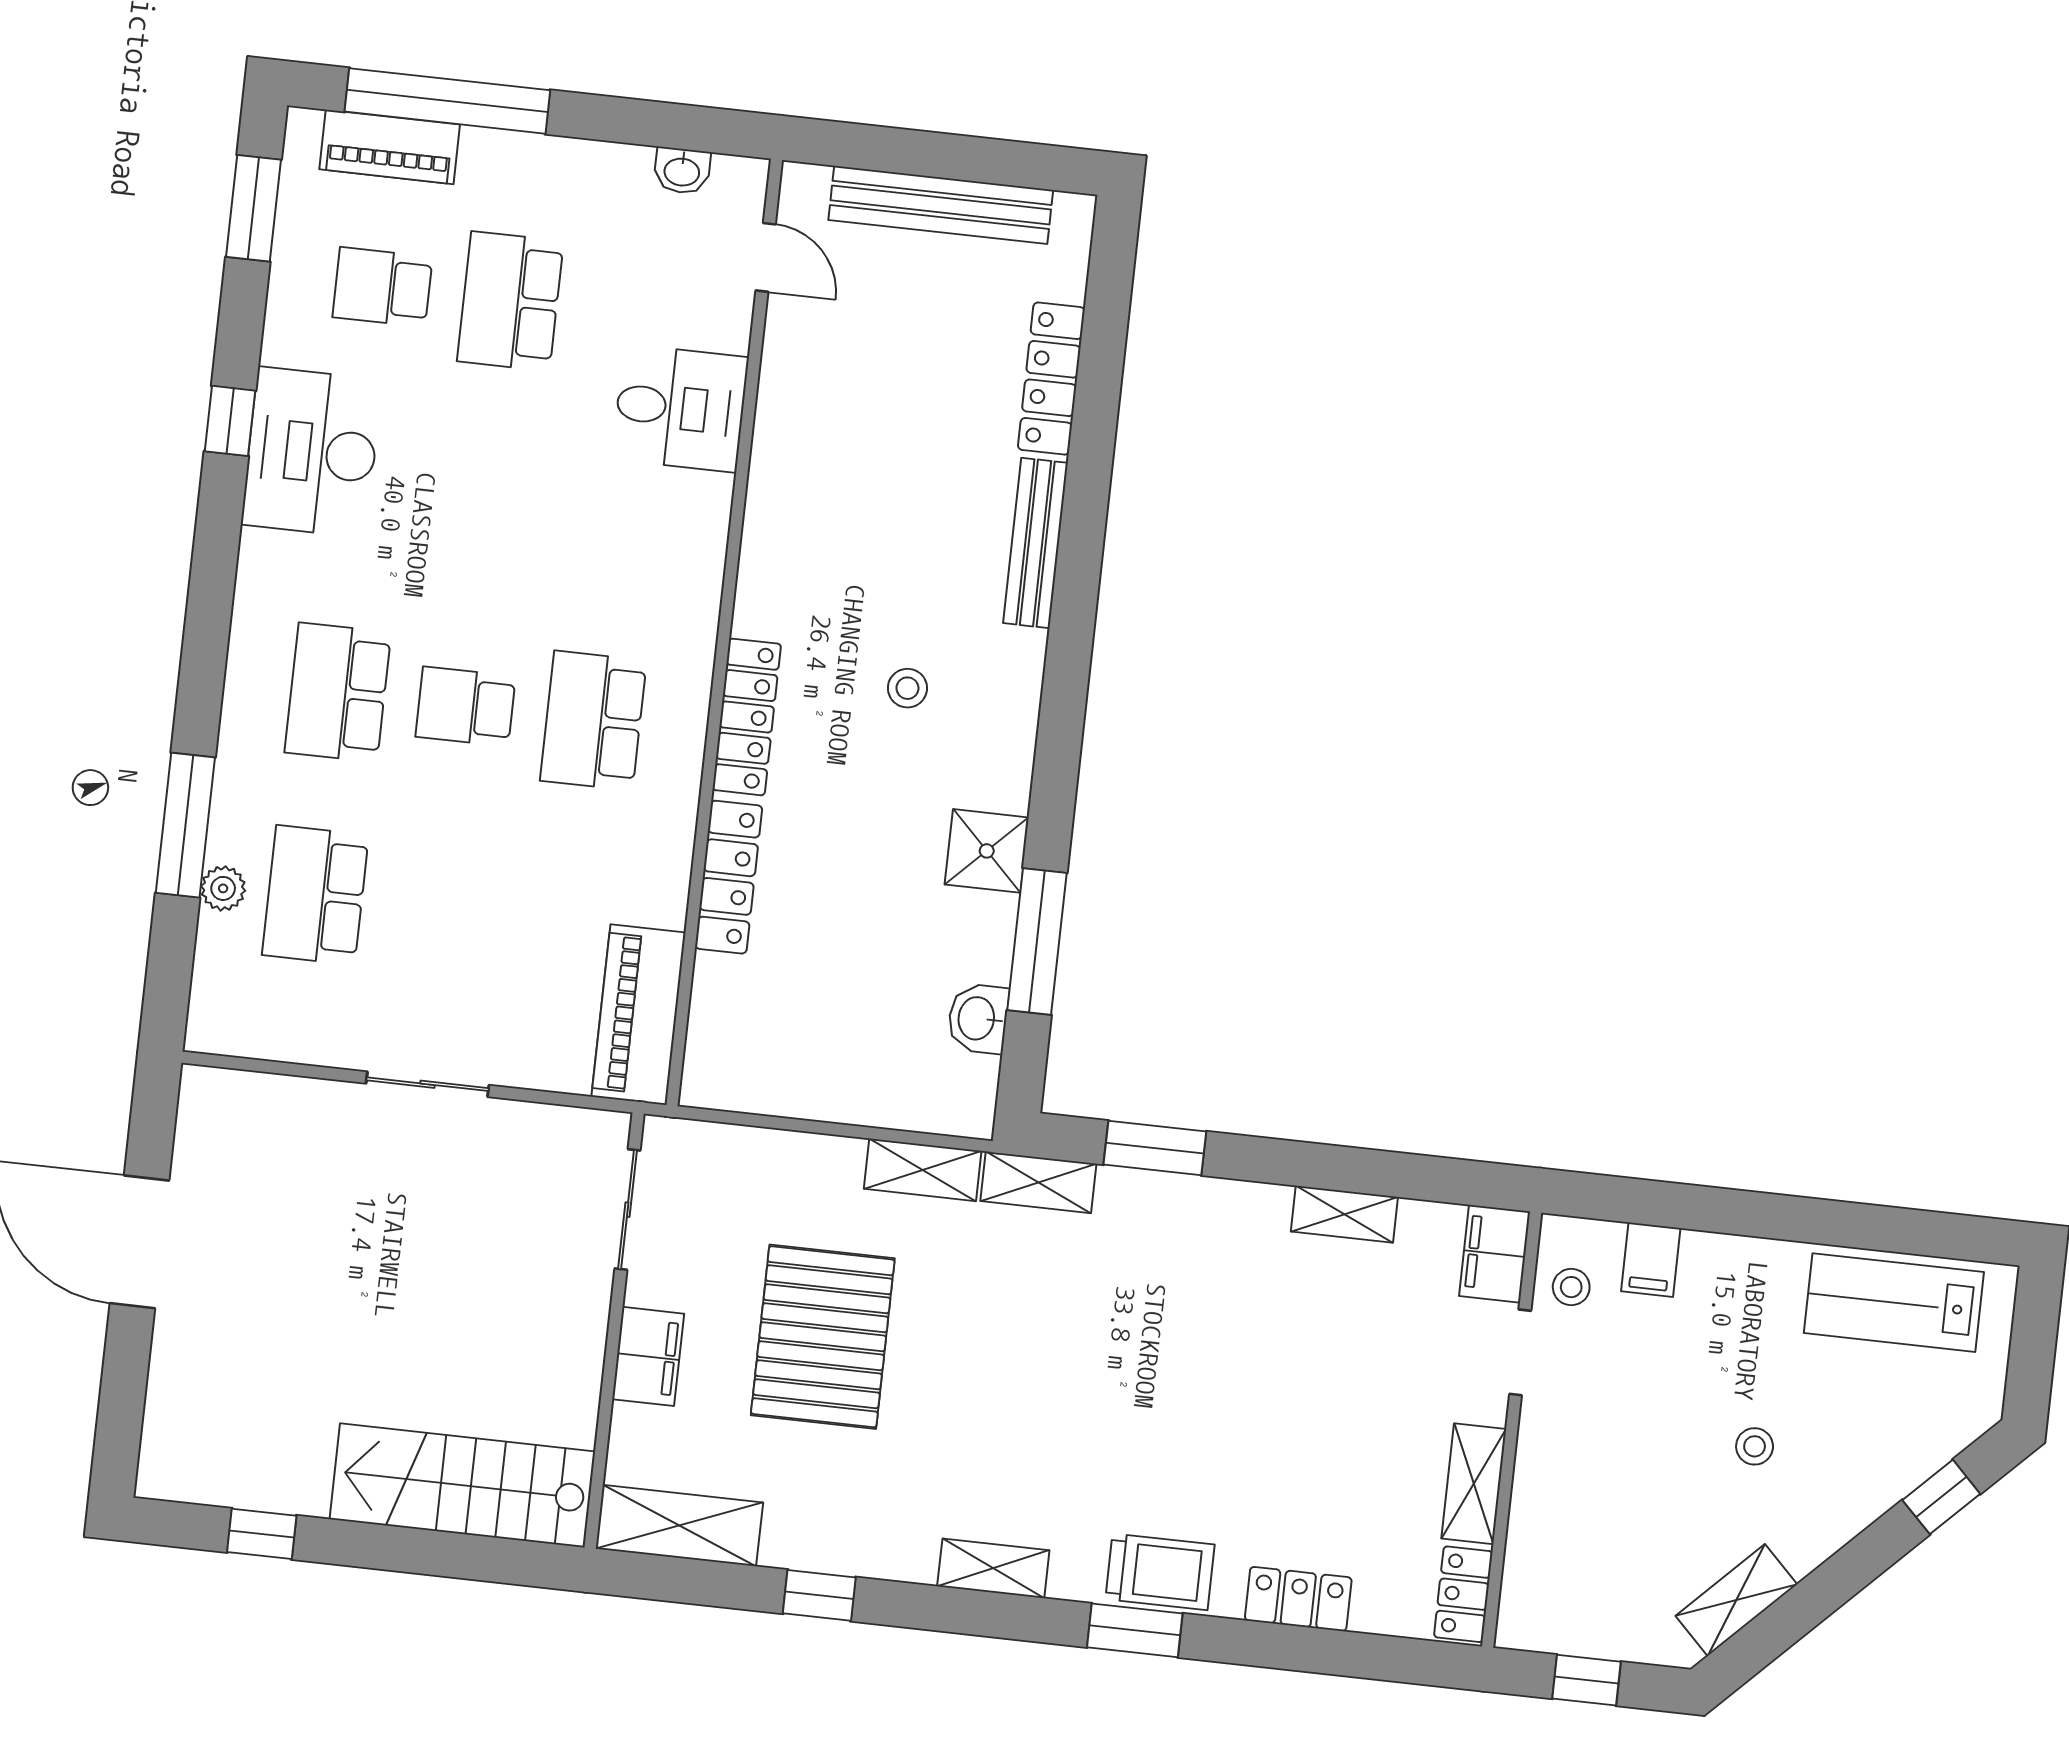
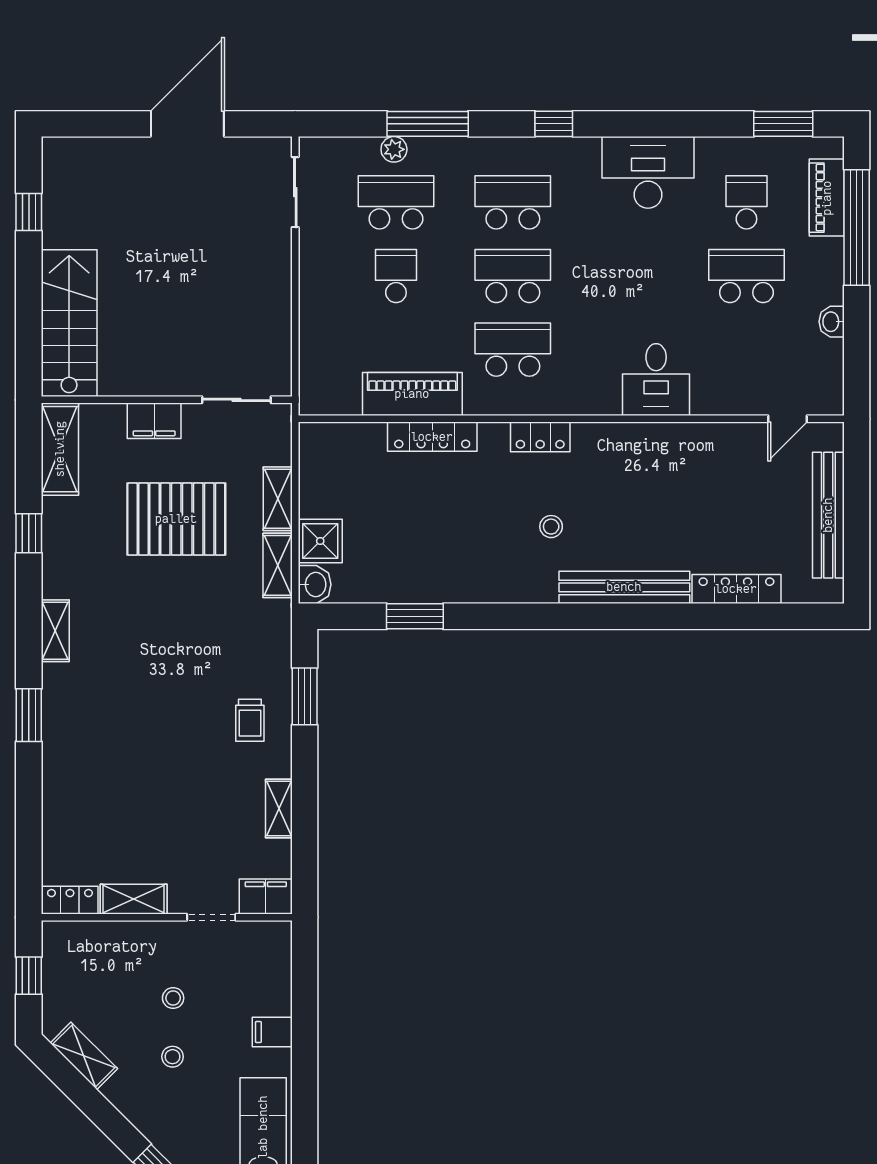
washbasin: (682, 171) -> (832, 322), moved
desk: (680, 408) -> (656, 380), moved
window: (230, 421) -> (554, 124), moved
bench: (1035, 543) -> (624, 587), width x1.37, depth x1.21
school desk: (466, 707) -> (513, 276), width x1.85
locker: (747, 717) -> (540, 437), width x0.66
shower: (987, 851) -> (320, 541), moved
school desk: (443, 909) -> (396, 276), added
window: (1037, 942) -> (415, 616), width x0.69
piano: (639, 1015) -> (412, 394), moved
washbasin: (978, 1019) -> (315, 584), moved, turned 90
sliding door: (428, 1084) -> (295, 192), moved
shelving: (1038, 1182) -> (278, 499), moved
filing cabinet: (1651, 1260) -> (272, 1032), moved
stool: (1571, 1287) -> (173, 998), moved
trolley: (1160, 1572) -> (250, 720), moved, width x0.73, depth x0.72
locker: (1298, 1599) -> (57, 806), removed

